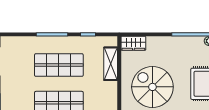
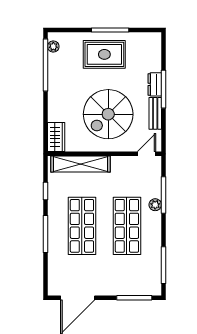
shelving: (111, 64) -> (80, 164), width x1.47

